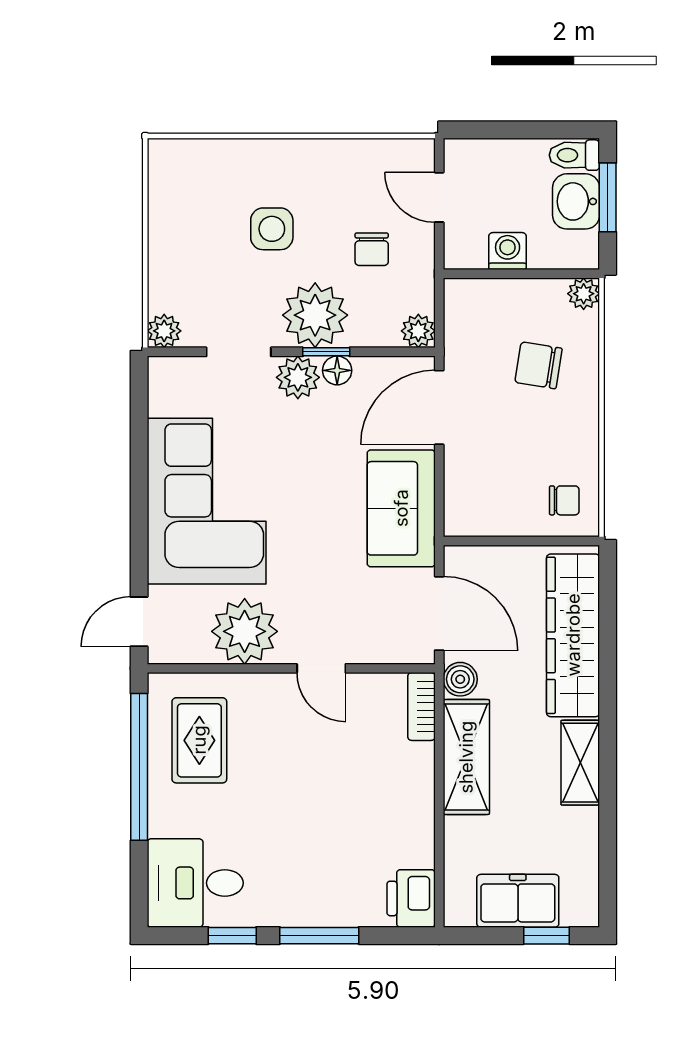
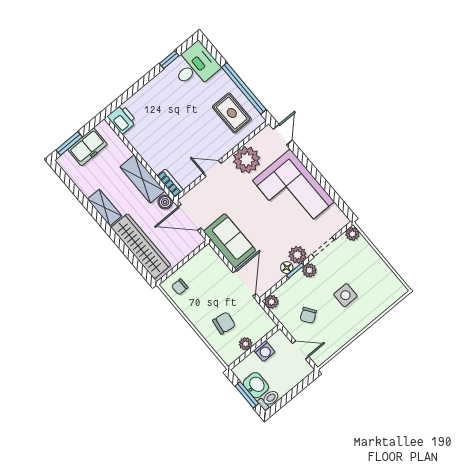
chair: (372, 249) -> (308, 315), turned -125
plant: (584, 294) -> (246, 344), moved
plant: (315, 315) -> (309, 270), width x0.53, depth x0.53
window: (319, 936) -> (141, 83), removed
window: (547, 936) -> (69, 144), width x1.50

